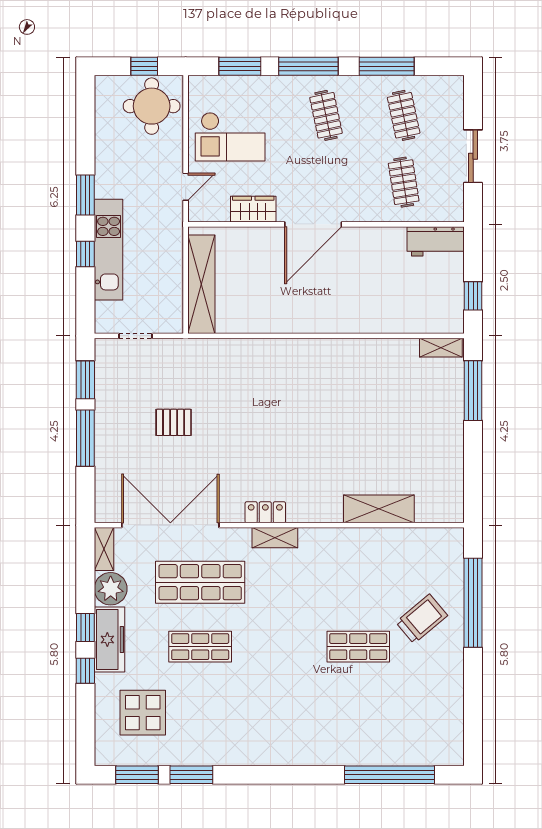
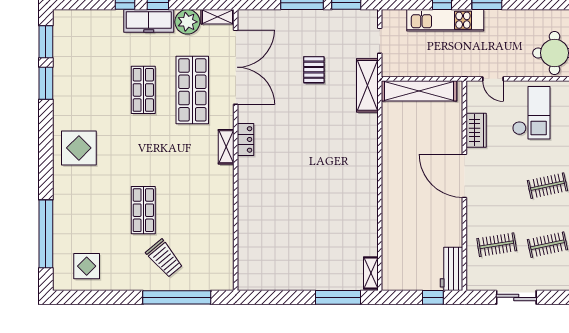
checkout: (230, 137) -> (531, 113), turned 180
window: (473, 296) -> (433, 297), moved
shelving: (379, 509) -> (367, 85), moved
display table: (143, 713) -> (79, 148), moved
display table: (432, 721) -> (87, 266), added

